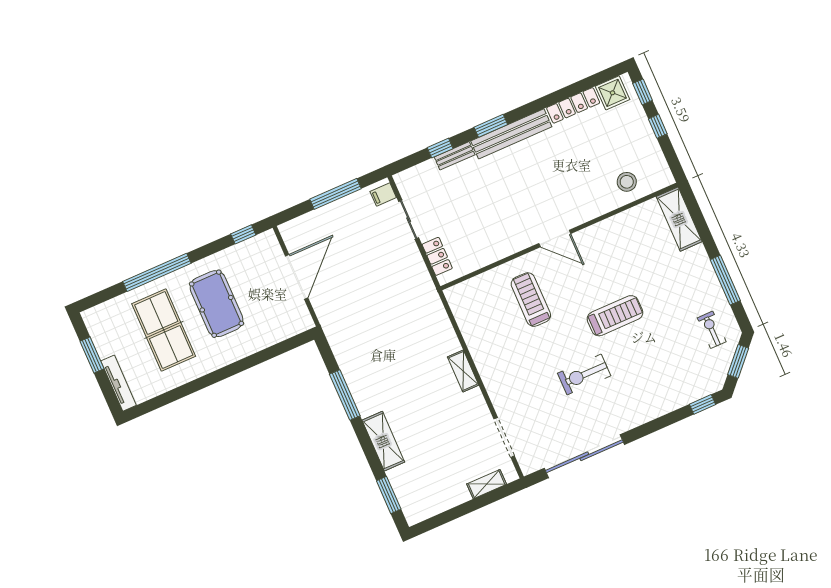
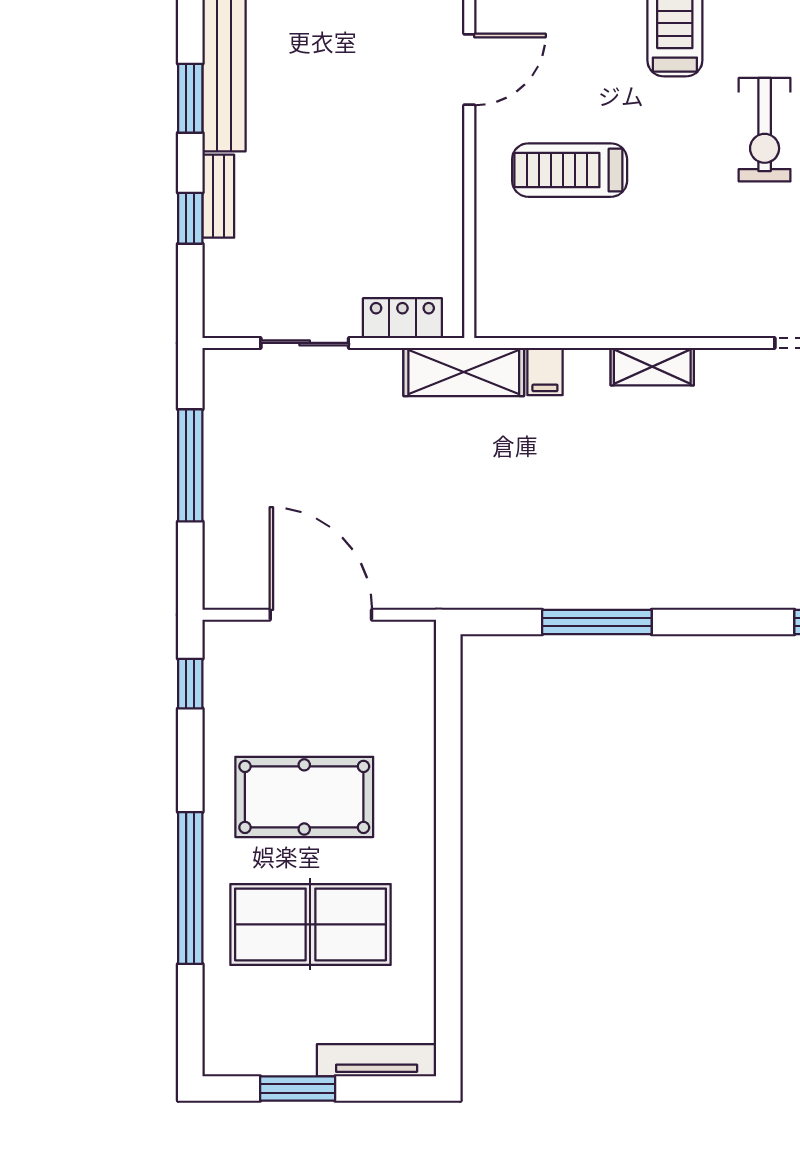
filing cabinet: (383, 195) -> (545, 371), moved
shelving: (383, 441) -> (464, 372), moved

